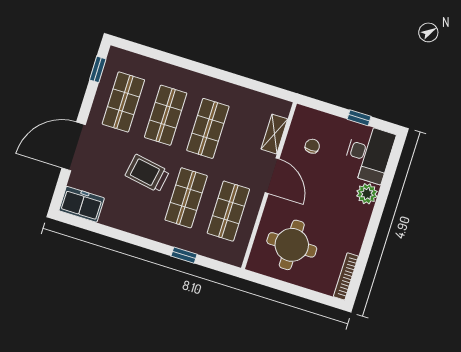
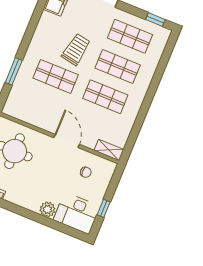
shelving: (274, 134) -> (109, 150), moved
door: (272, 176) -> (67, 141), swing flipped
shop shelf: (228, 211) -> (43, 107), removed
window: (184, 255) -> (14, 71), width x1.50

